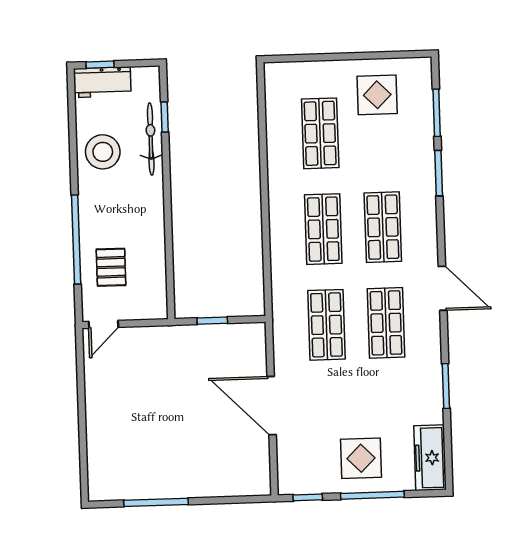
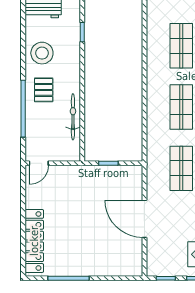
bicycle: (151, 139) -> (73, 117), moved
pallet: (111, 267) -> (44, 90), moved
locker: (100, 446) -> (34, 241), added

